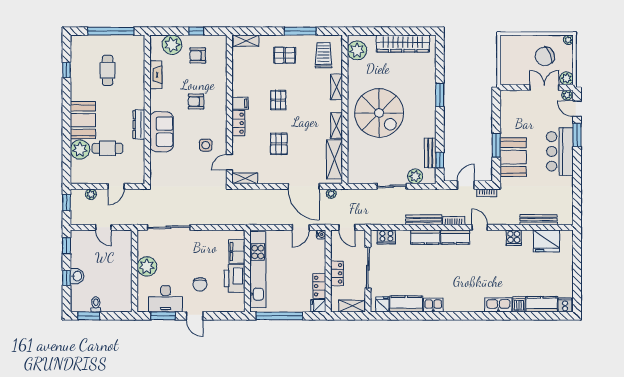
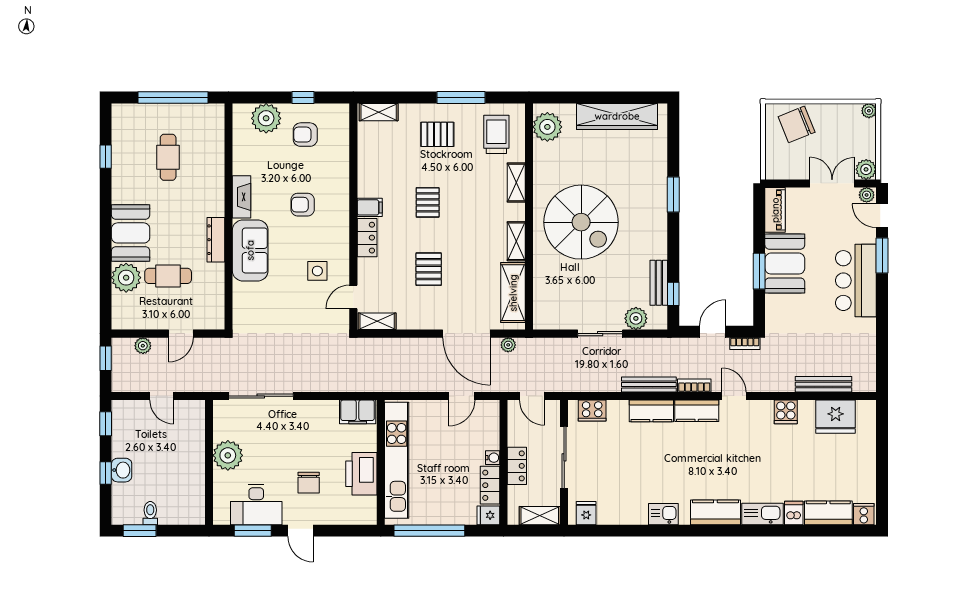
chair: (545, 56) -> (797, 124), moved
fireplace: (156, 75) -> (242, 197), moved
piano: (507, 105) -> (775, 210), added
booth: (513, 157) -> (785, 264), moved
water cooler: (321, 235) -> (493, 458), moved
filing cabinet: (237, 251) -> (358, 412), moved, turned -90
kitchen counter: (406, 304) -> (715, 512), moved

